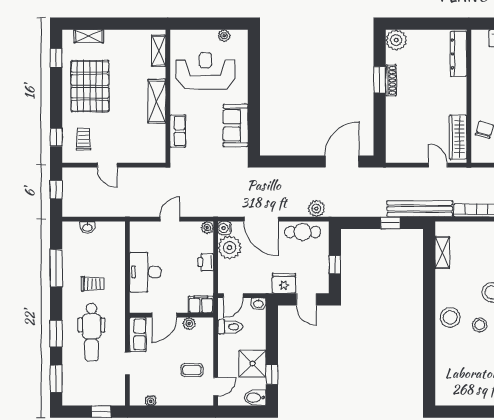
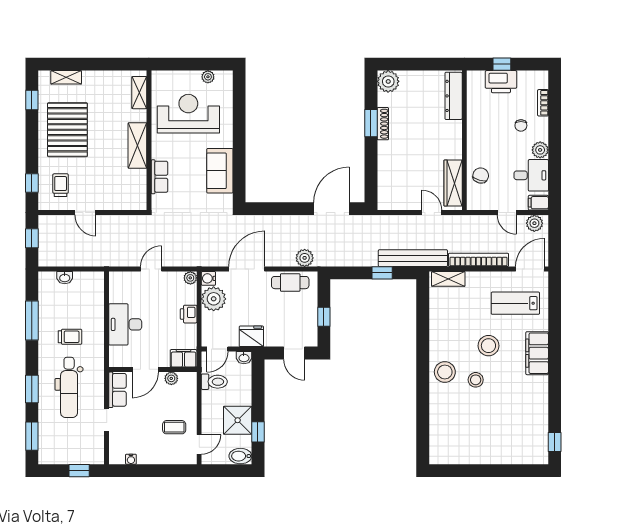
door: (261, 219) -> (247, 269), swing flipped
shelving: (442, 252) -> (448, 279), moved, turned 90
fridge: (284, 283) -> (251, 336), moved

